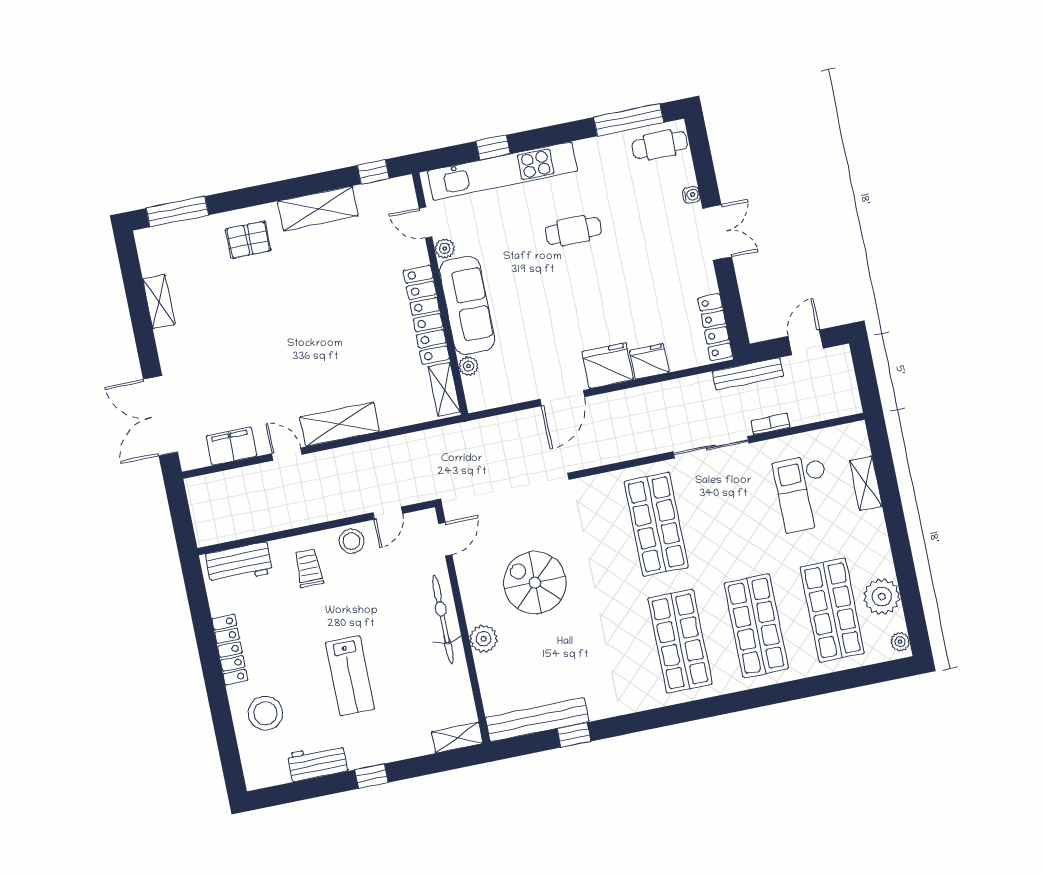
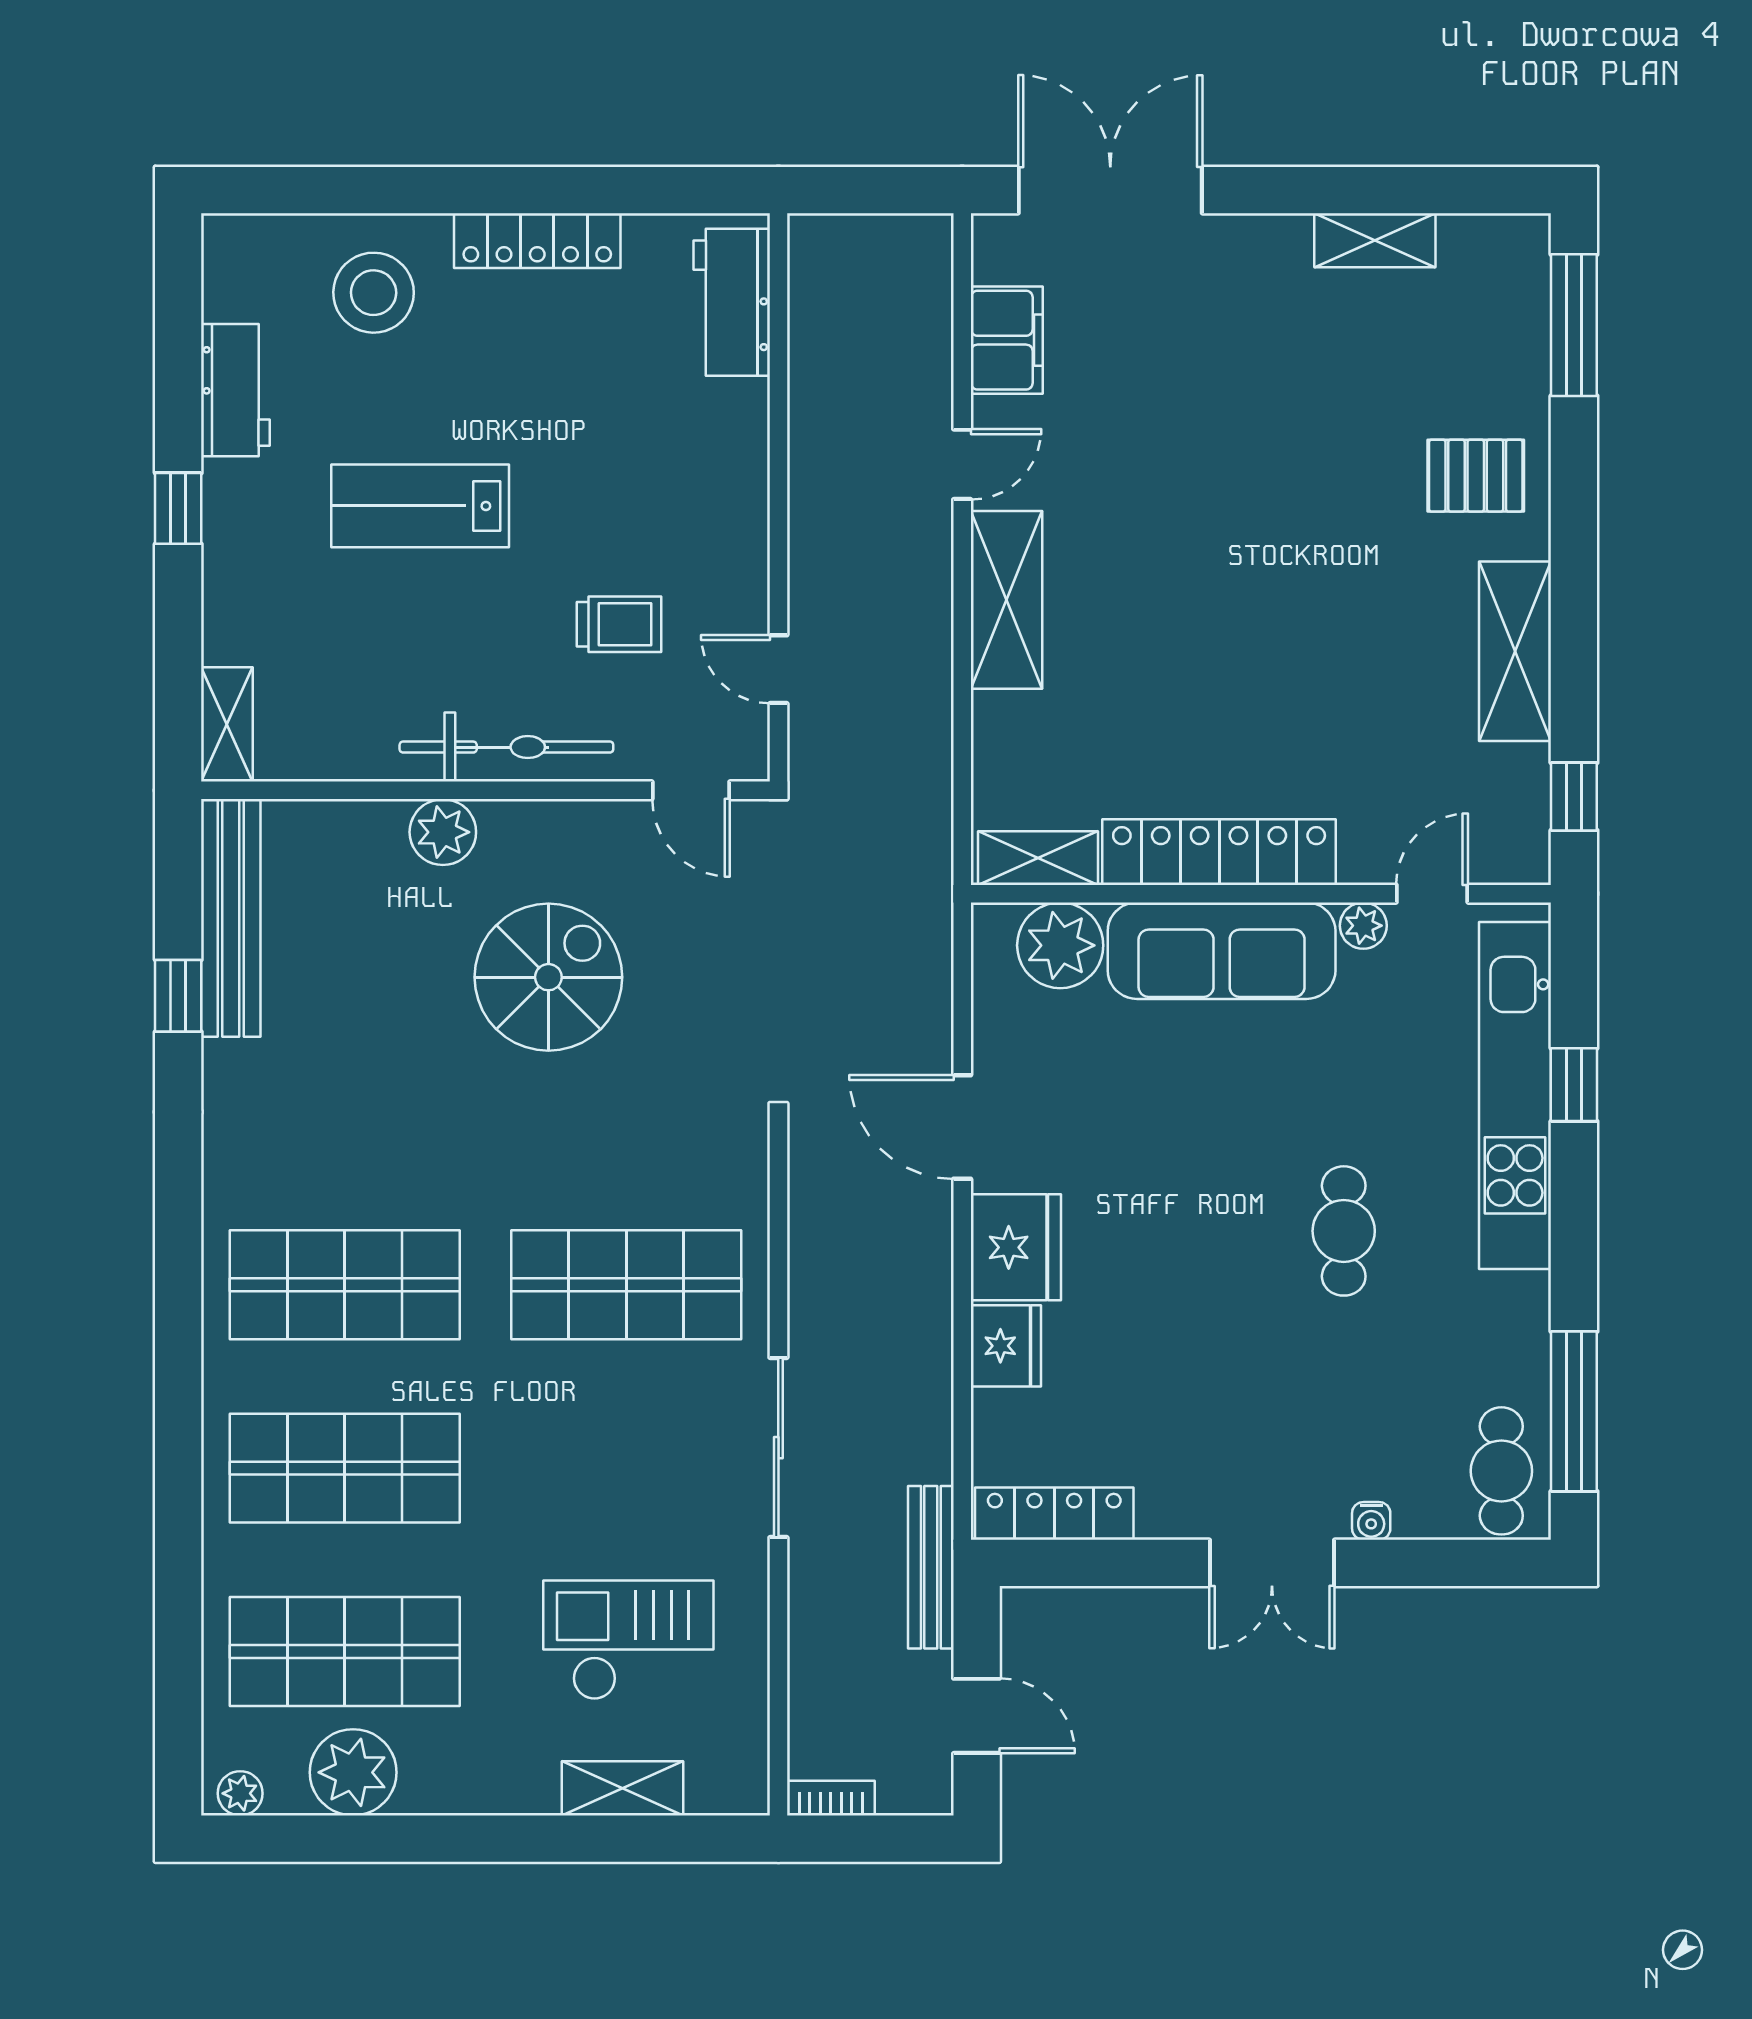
pallet: (248, 240) -> (1476, 476), turned 90
plant: (468, 366) -> (1060, 945), width x1.87, depth x1.87
bookcase: (770, 424) -> (831, 1798), moved, turned -90
stool: (351, 541) -> (731, 573), removed
trolley: (309, 568) -> (619, 624), moved

